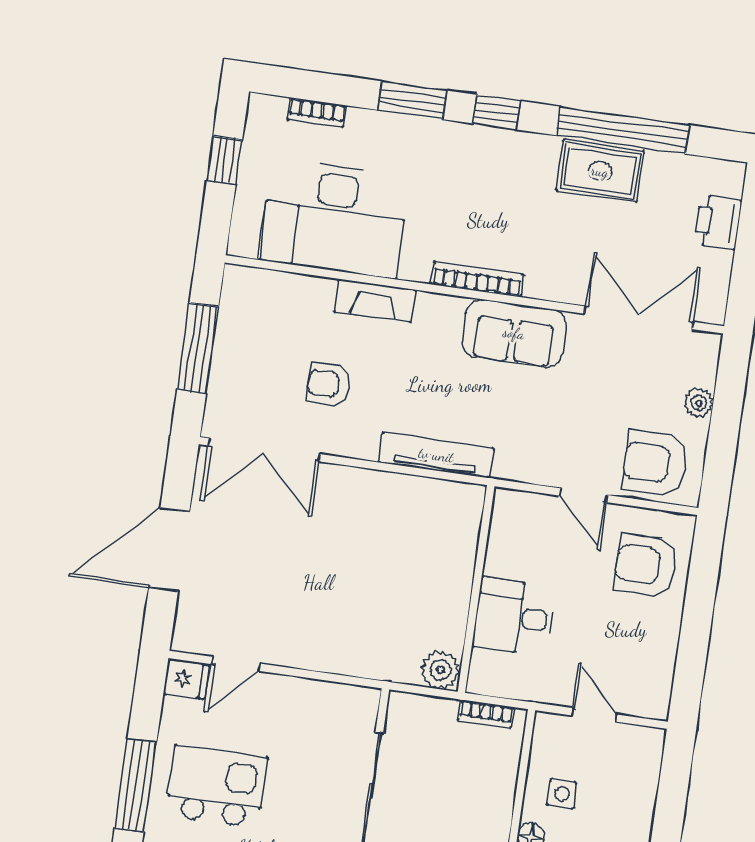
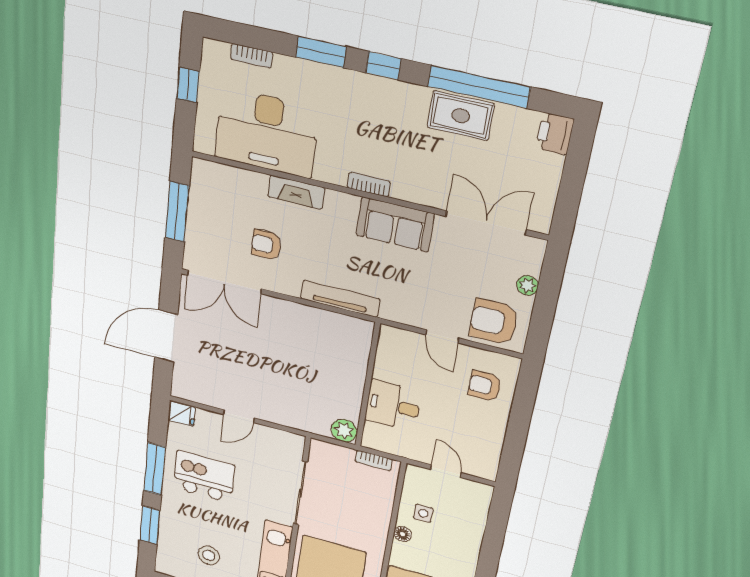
printer: (718, 222) -> (555, 134), moved
bookcase: (477, 279) -> (369, 185), width x0.64
armchair: (646, 565) -> (485, 386), width x0.72, depth x0.72
door: (236, 664) -> (239, 416), moved

